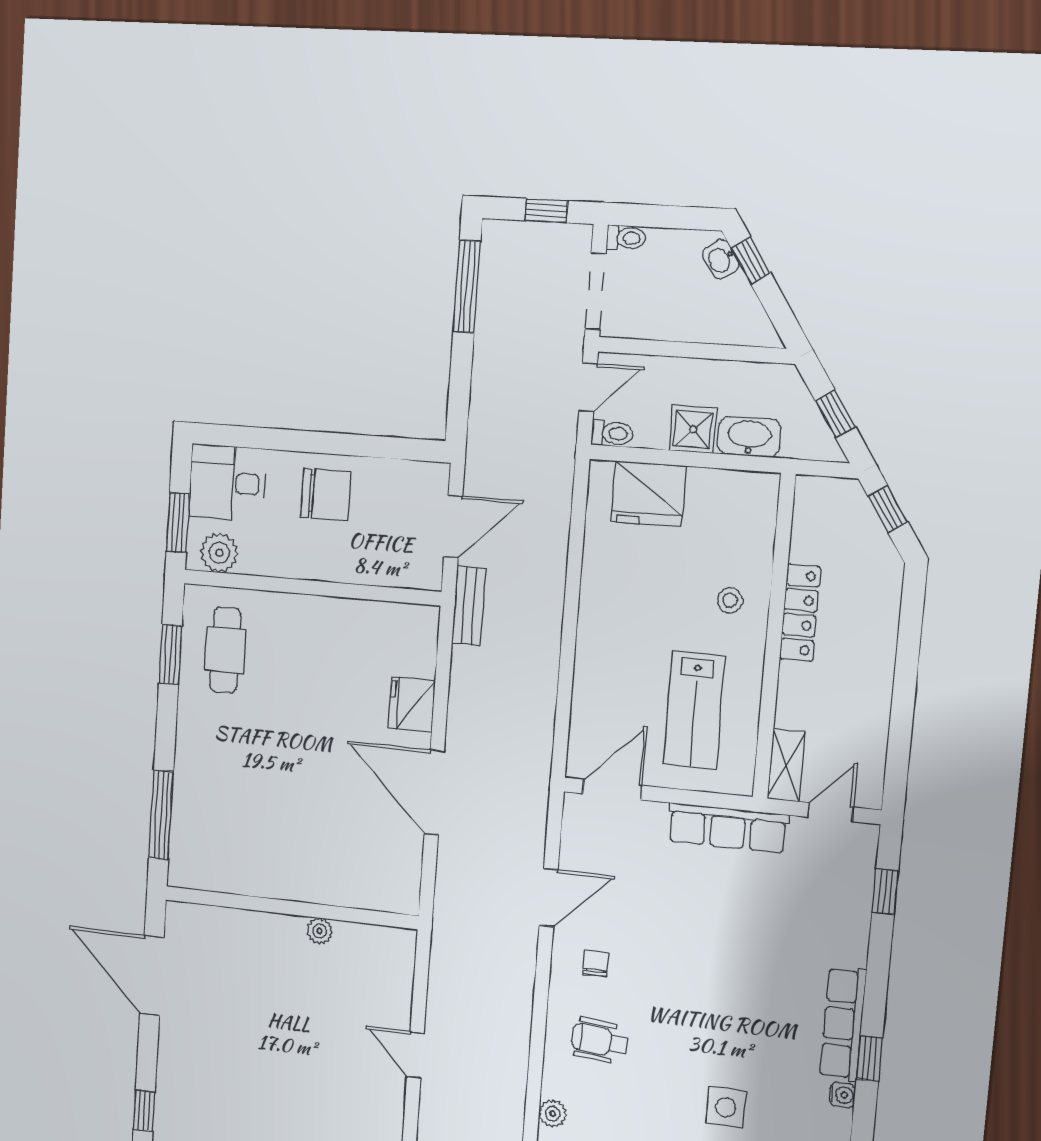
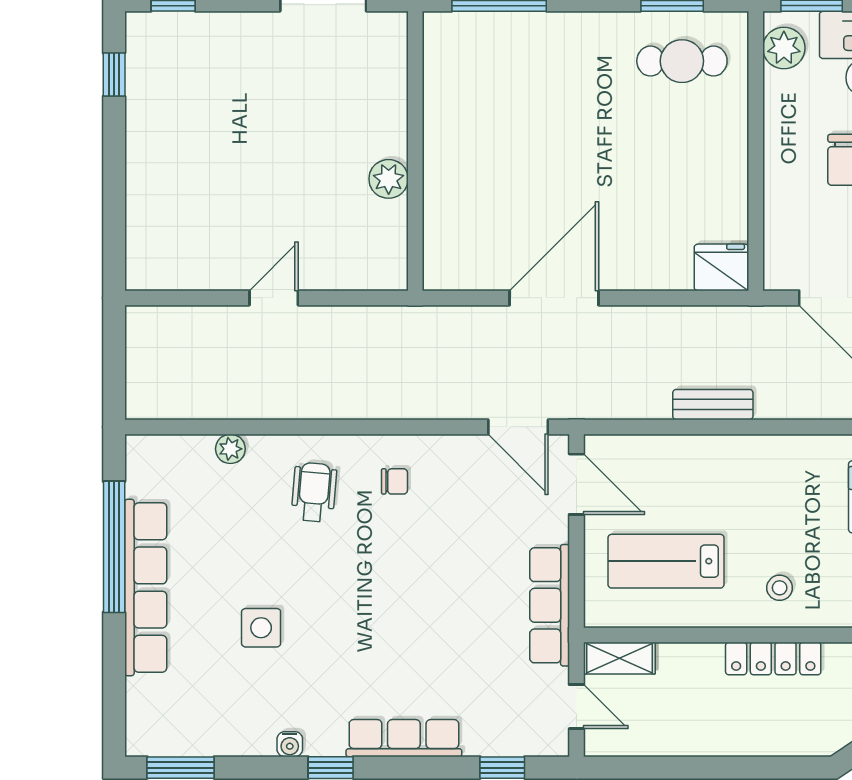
bench: (469, 606) -> (713, 405), moved
fridge: (412, 704) -> (721, 267), moved
door: (549, 898) -> (518, 427), moved
plant: (319, 931) -> (389, 179), width x1.38, depth x1.38
row of seats: (843, 1024) -> (404, 738), moved

